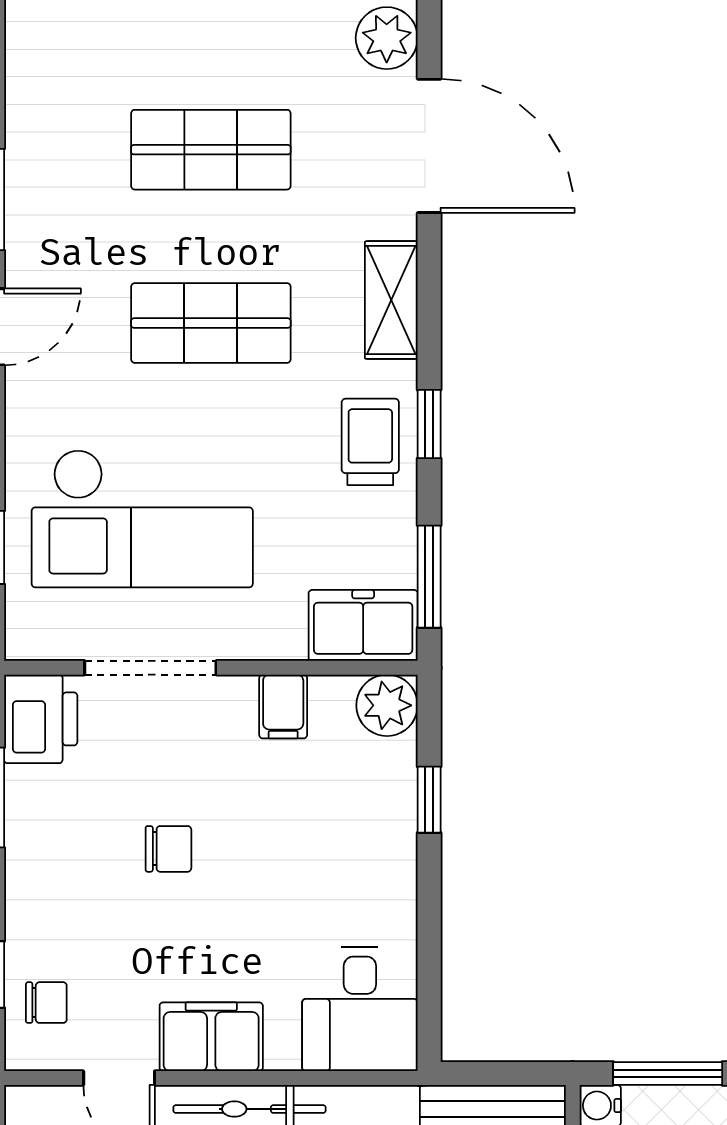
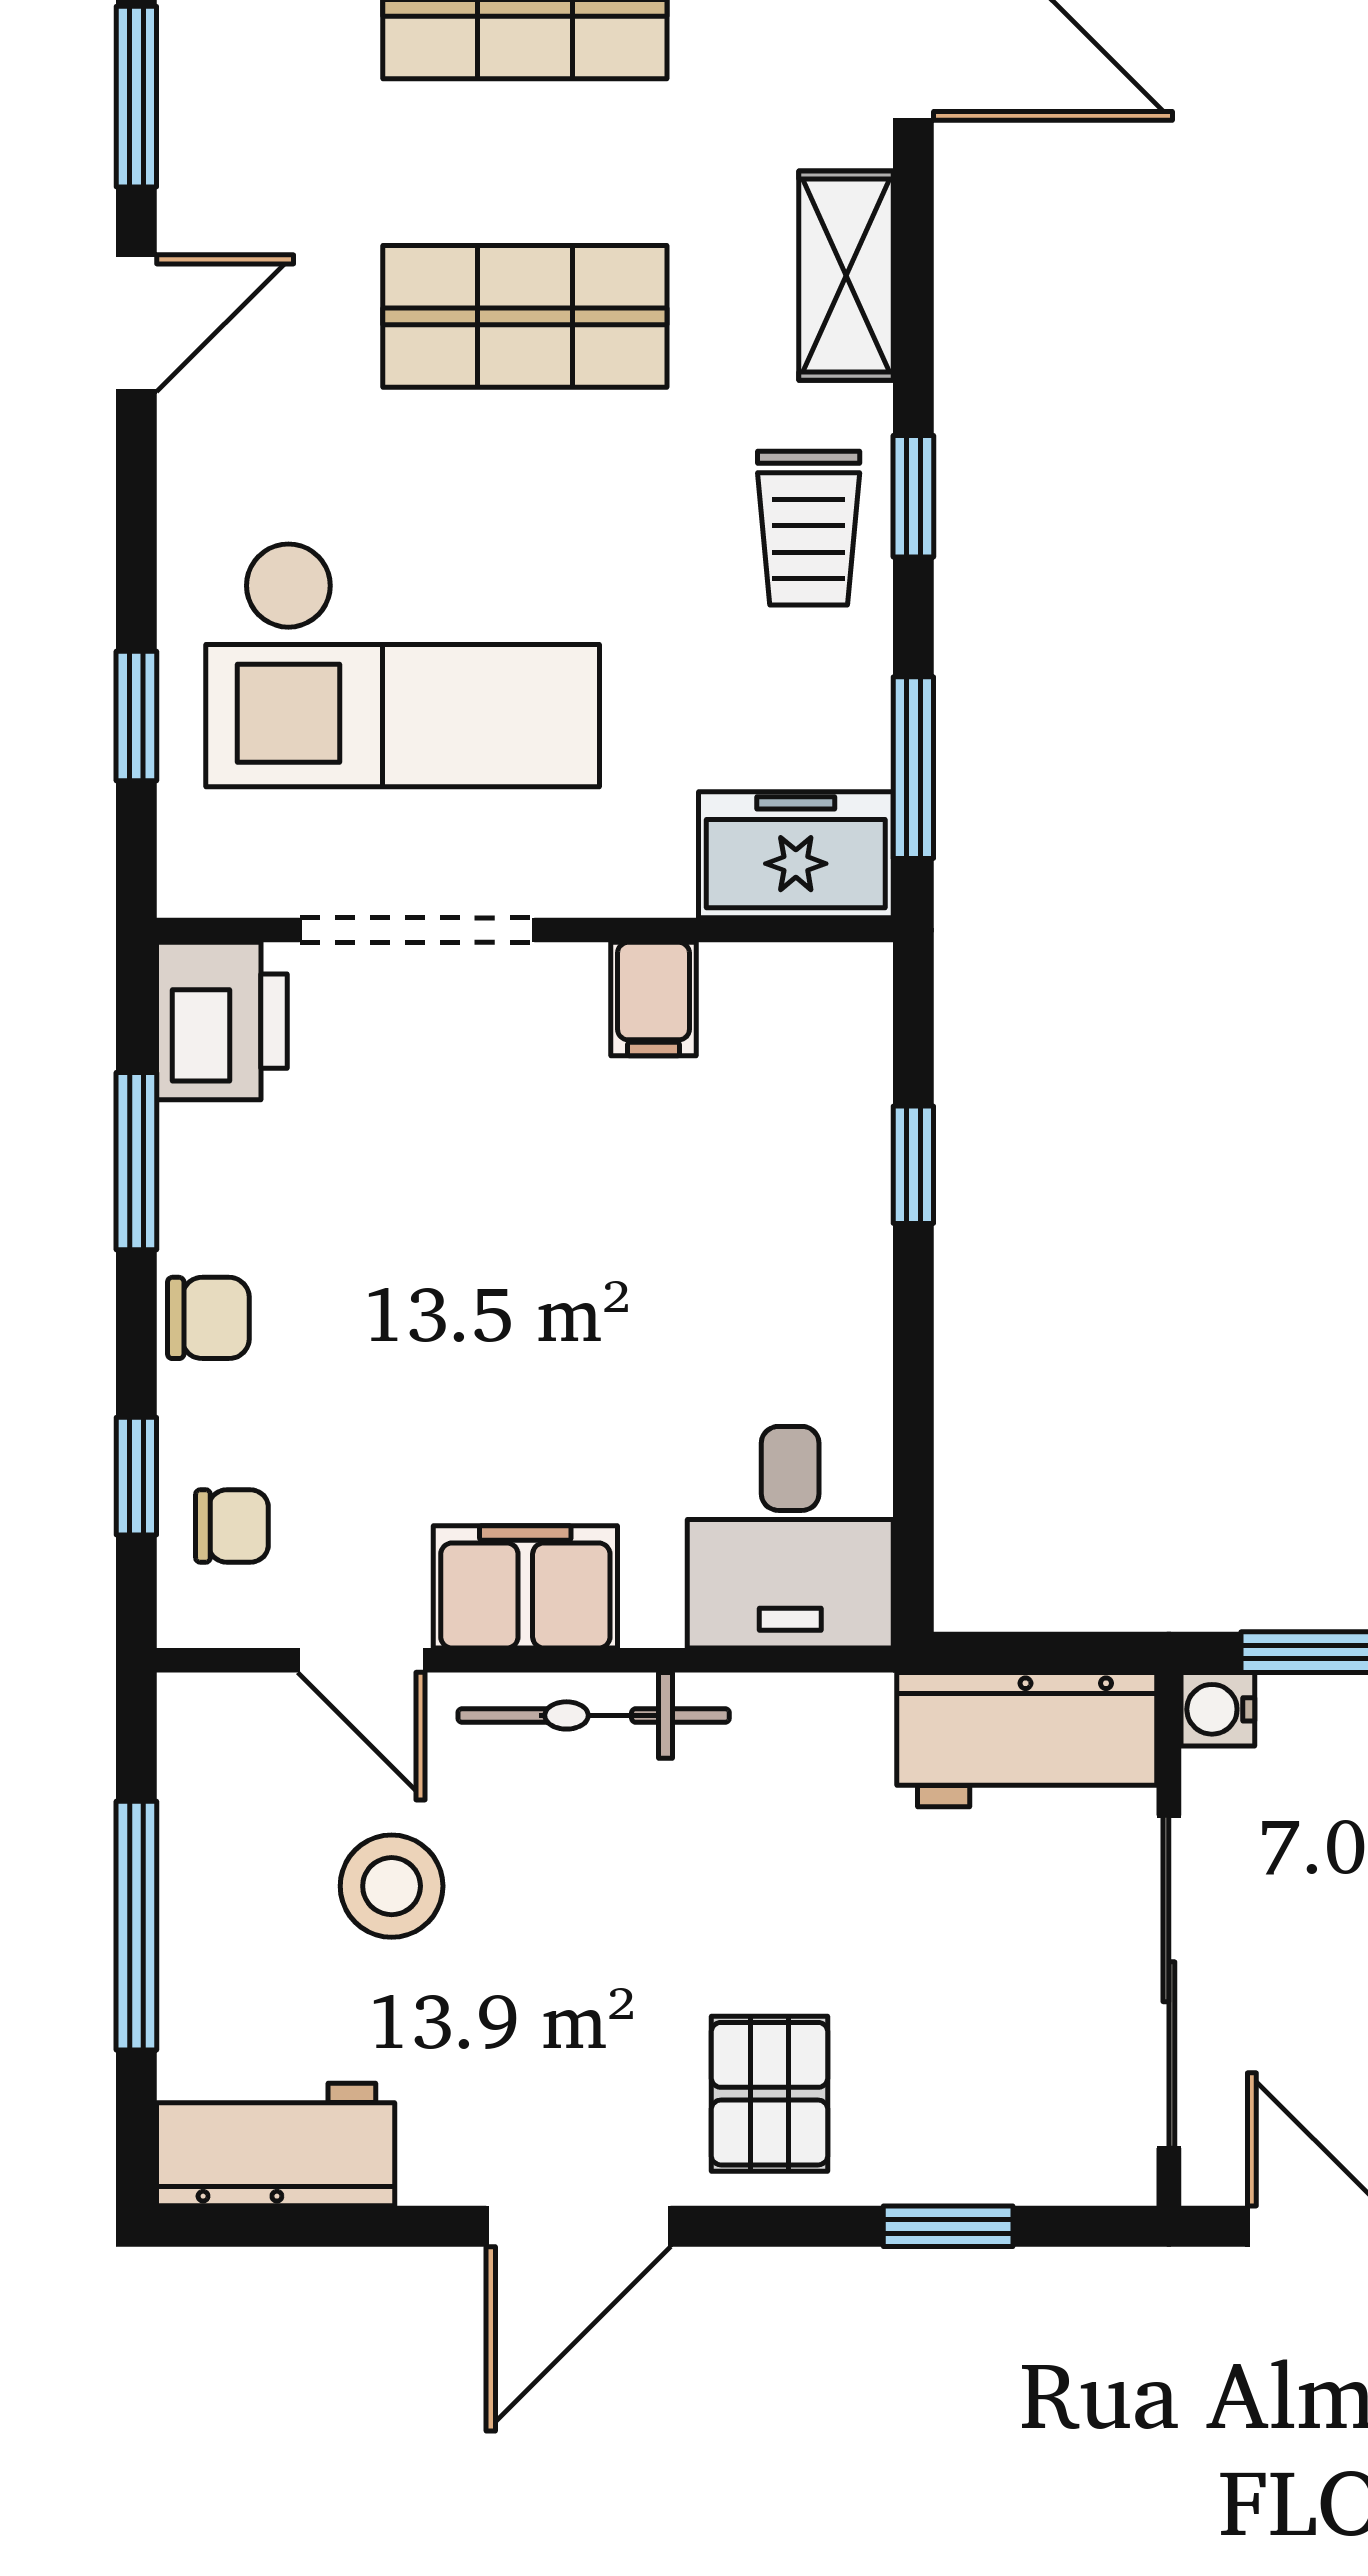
trolley: (370, 442) -> (809, 528), turned 180
plant: (387, 705) -> (838, 997), removed
chair: (168, 849) -> (208, 1318), moved

